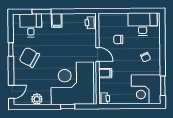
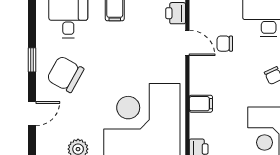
door: (98, 54) -> (187, 43), moved
door: (11, 92) -> (32, 114), moved

